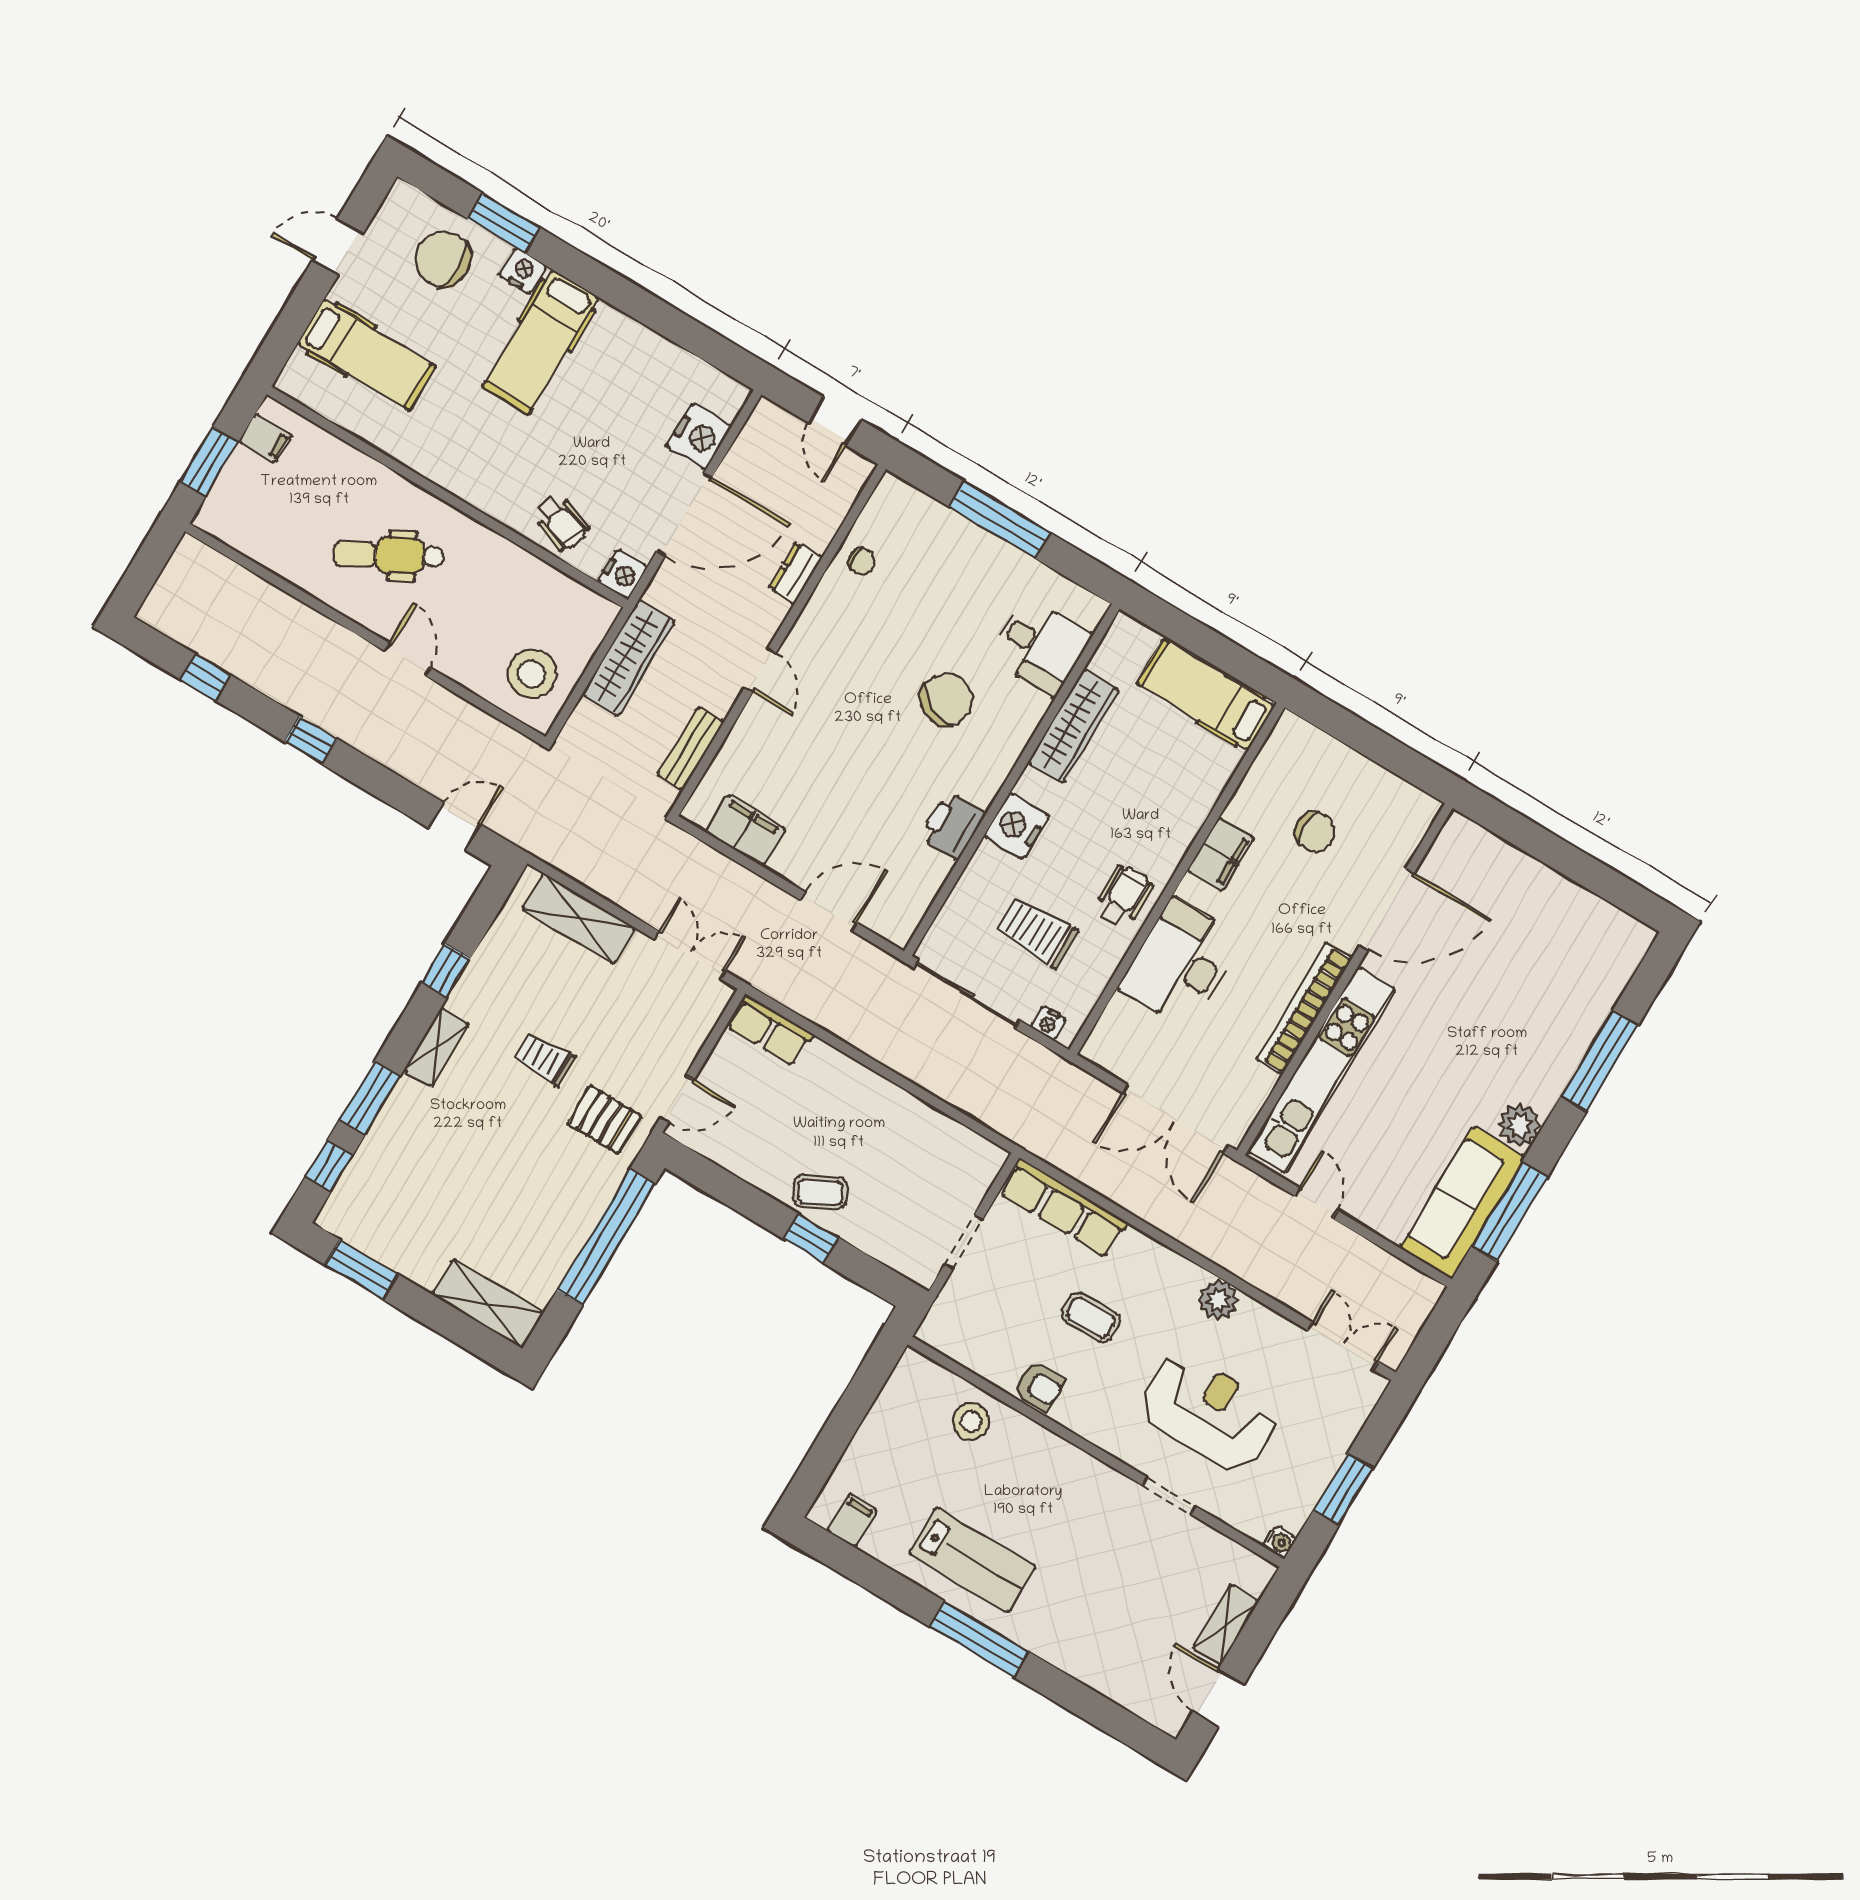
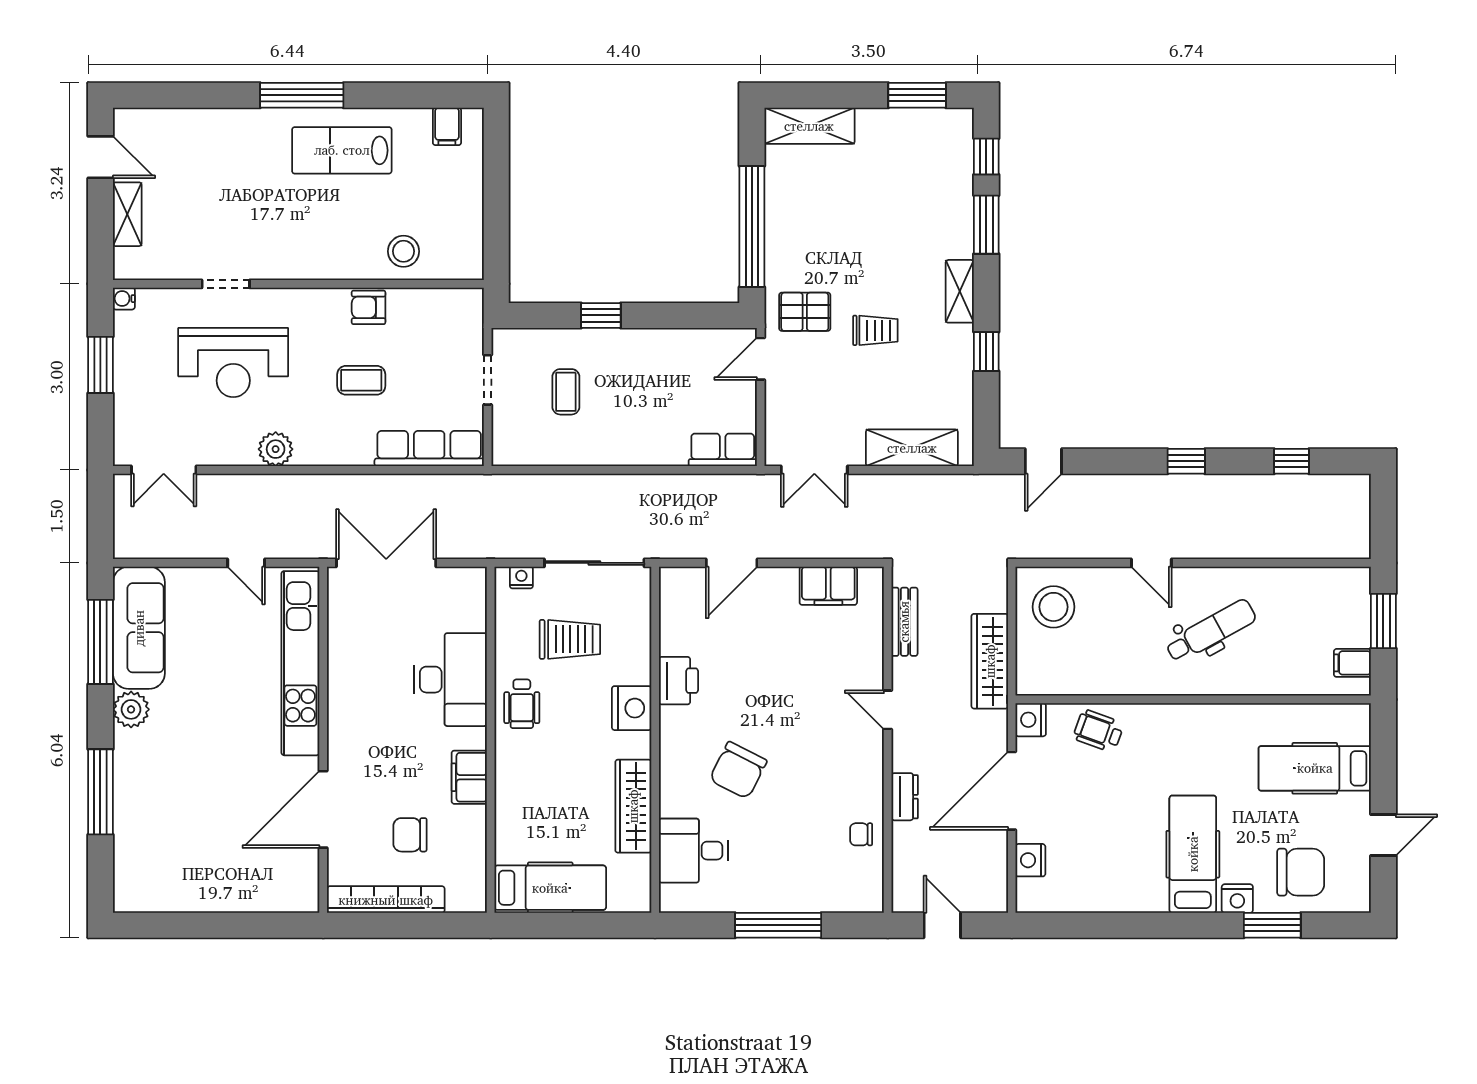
nightstand: (699, 437) -> (1030, 860), width x0.74, depth x0.75
bookcase: (1304, 1008) -> (386, 900), moved, turned -90
coffee table: (820, 1192) -> (566, 392), moved, turned -63

